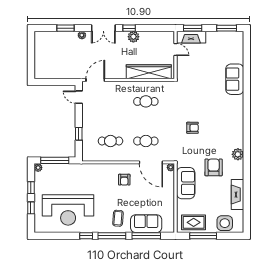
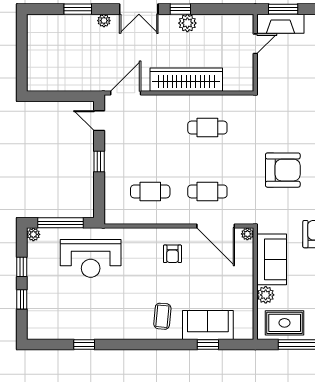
door: (175, 50) -> (255, 44), hinge flipped
wardrobe: (149, 72) -> (186, 80), moved
armchair: (193, 128) -> (283, 170), width x1.88, depth x1.88
window: (79, 134) -> (99, 161), moved
plant: (182, 205) -> (266, 295), added
reception desk: (68, 210) -> (91, 258), moved, width x0.74, depth x0.77
window: (86, 236) -> (84, 344), moved
window: (112, 236) -> (152, 344), removed
window: (146, 236) -> (208, 344), width x0.46

